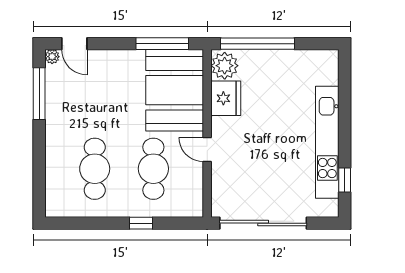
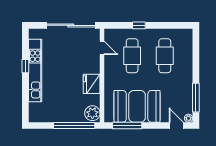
booth: (175, 90) -> (137, 106), moved, turned 90
fridge: (226, 98) -> (92, 84), moved
door: (207, 150) -> (102, 48), moved
window: (345, 180) -> (25, 66), moved

